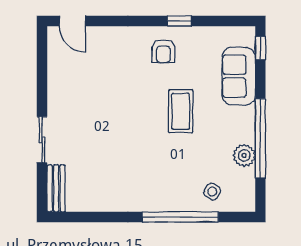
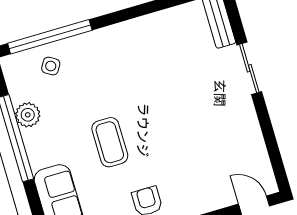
window: (180, 217) -> (50, 37), moved

